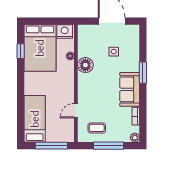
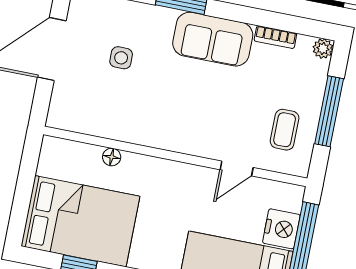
nightstand: (65, 31) -> (281, 229), moved, turned 180
floor lamp: (85, 65) -> (139, 127), removed
door: (76, 111) -> (237, 169), hinge flipped

